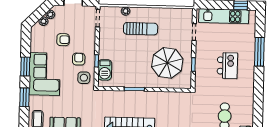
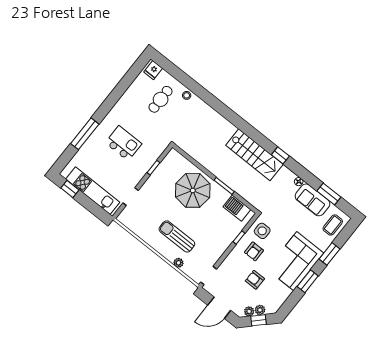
window: (39, 13) -> (258, 320), added
parasol: (167, 63) -> (193, 190), moved
kitchen island: (227, 66) -> (123, 143), turned 90
barbecue: (105, 70) -> (237, 208), moved, turned -90

